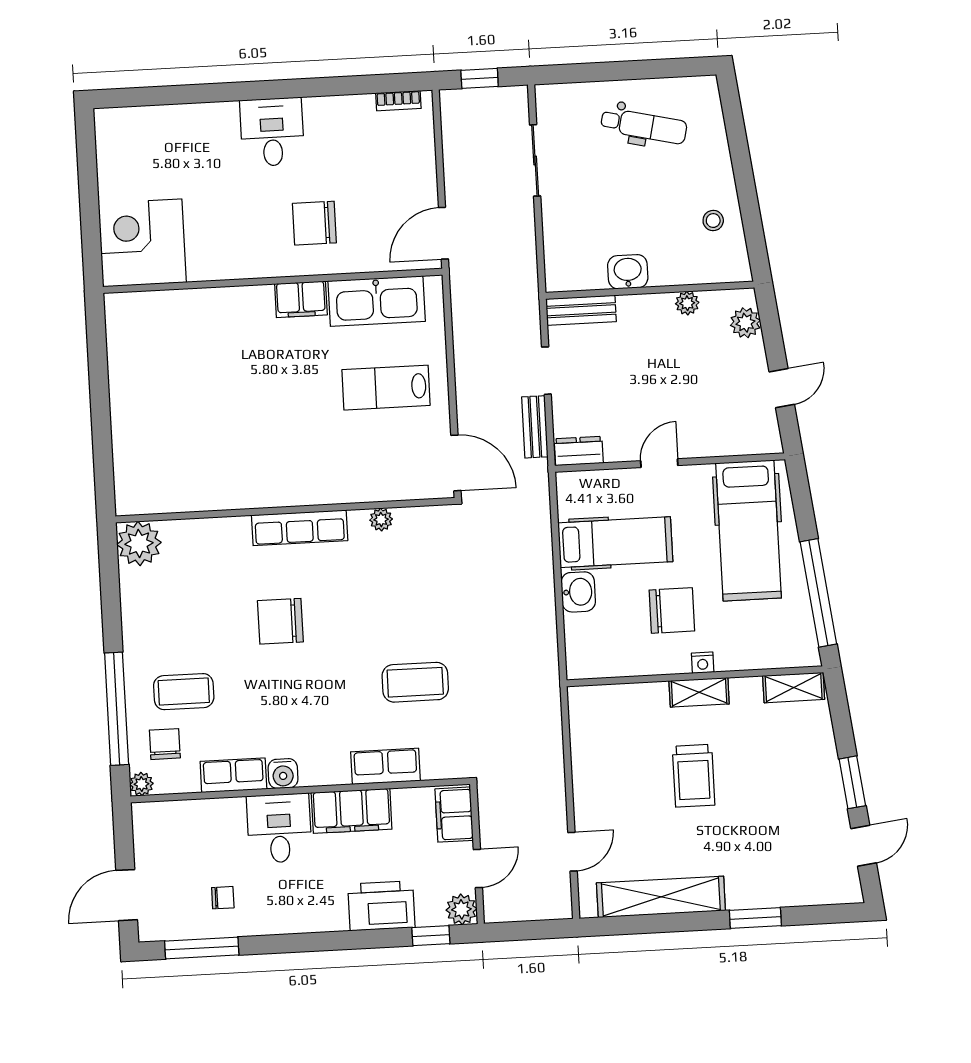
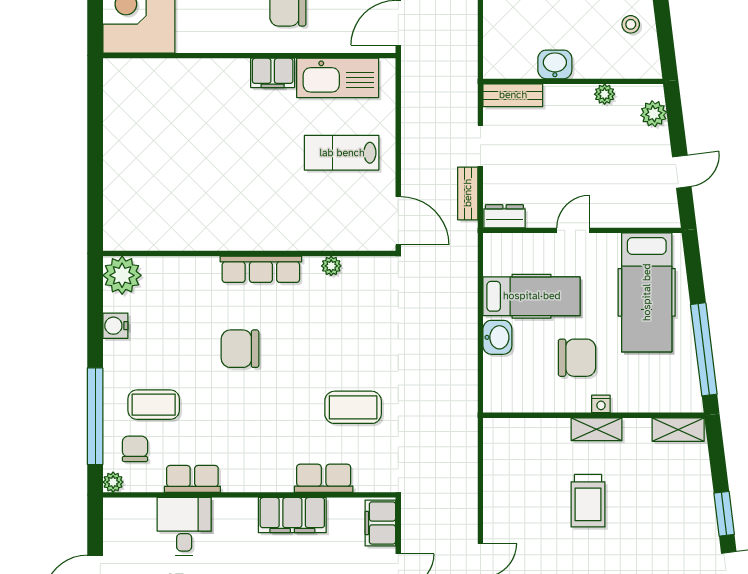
water cooler: (283, 774) -> (115, 326), moved, turned 90
desk: (279, 828) -> (184, 527), moved

